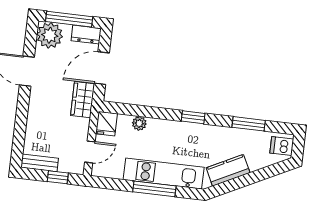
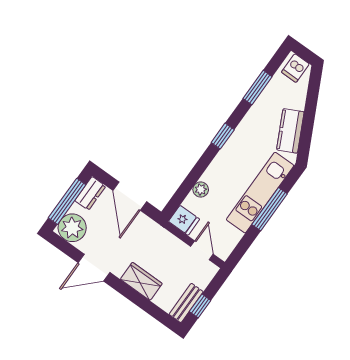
wardrobe: (83, 100) -> (141, 281), moved, turned 180
window: (58, 177) -> (200, 306), moved

